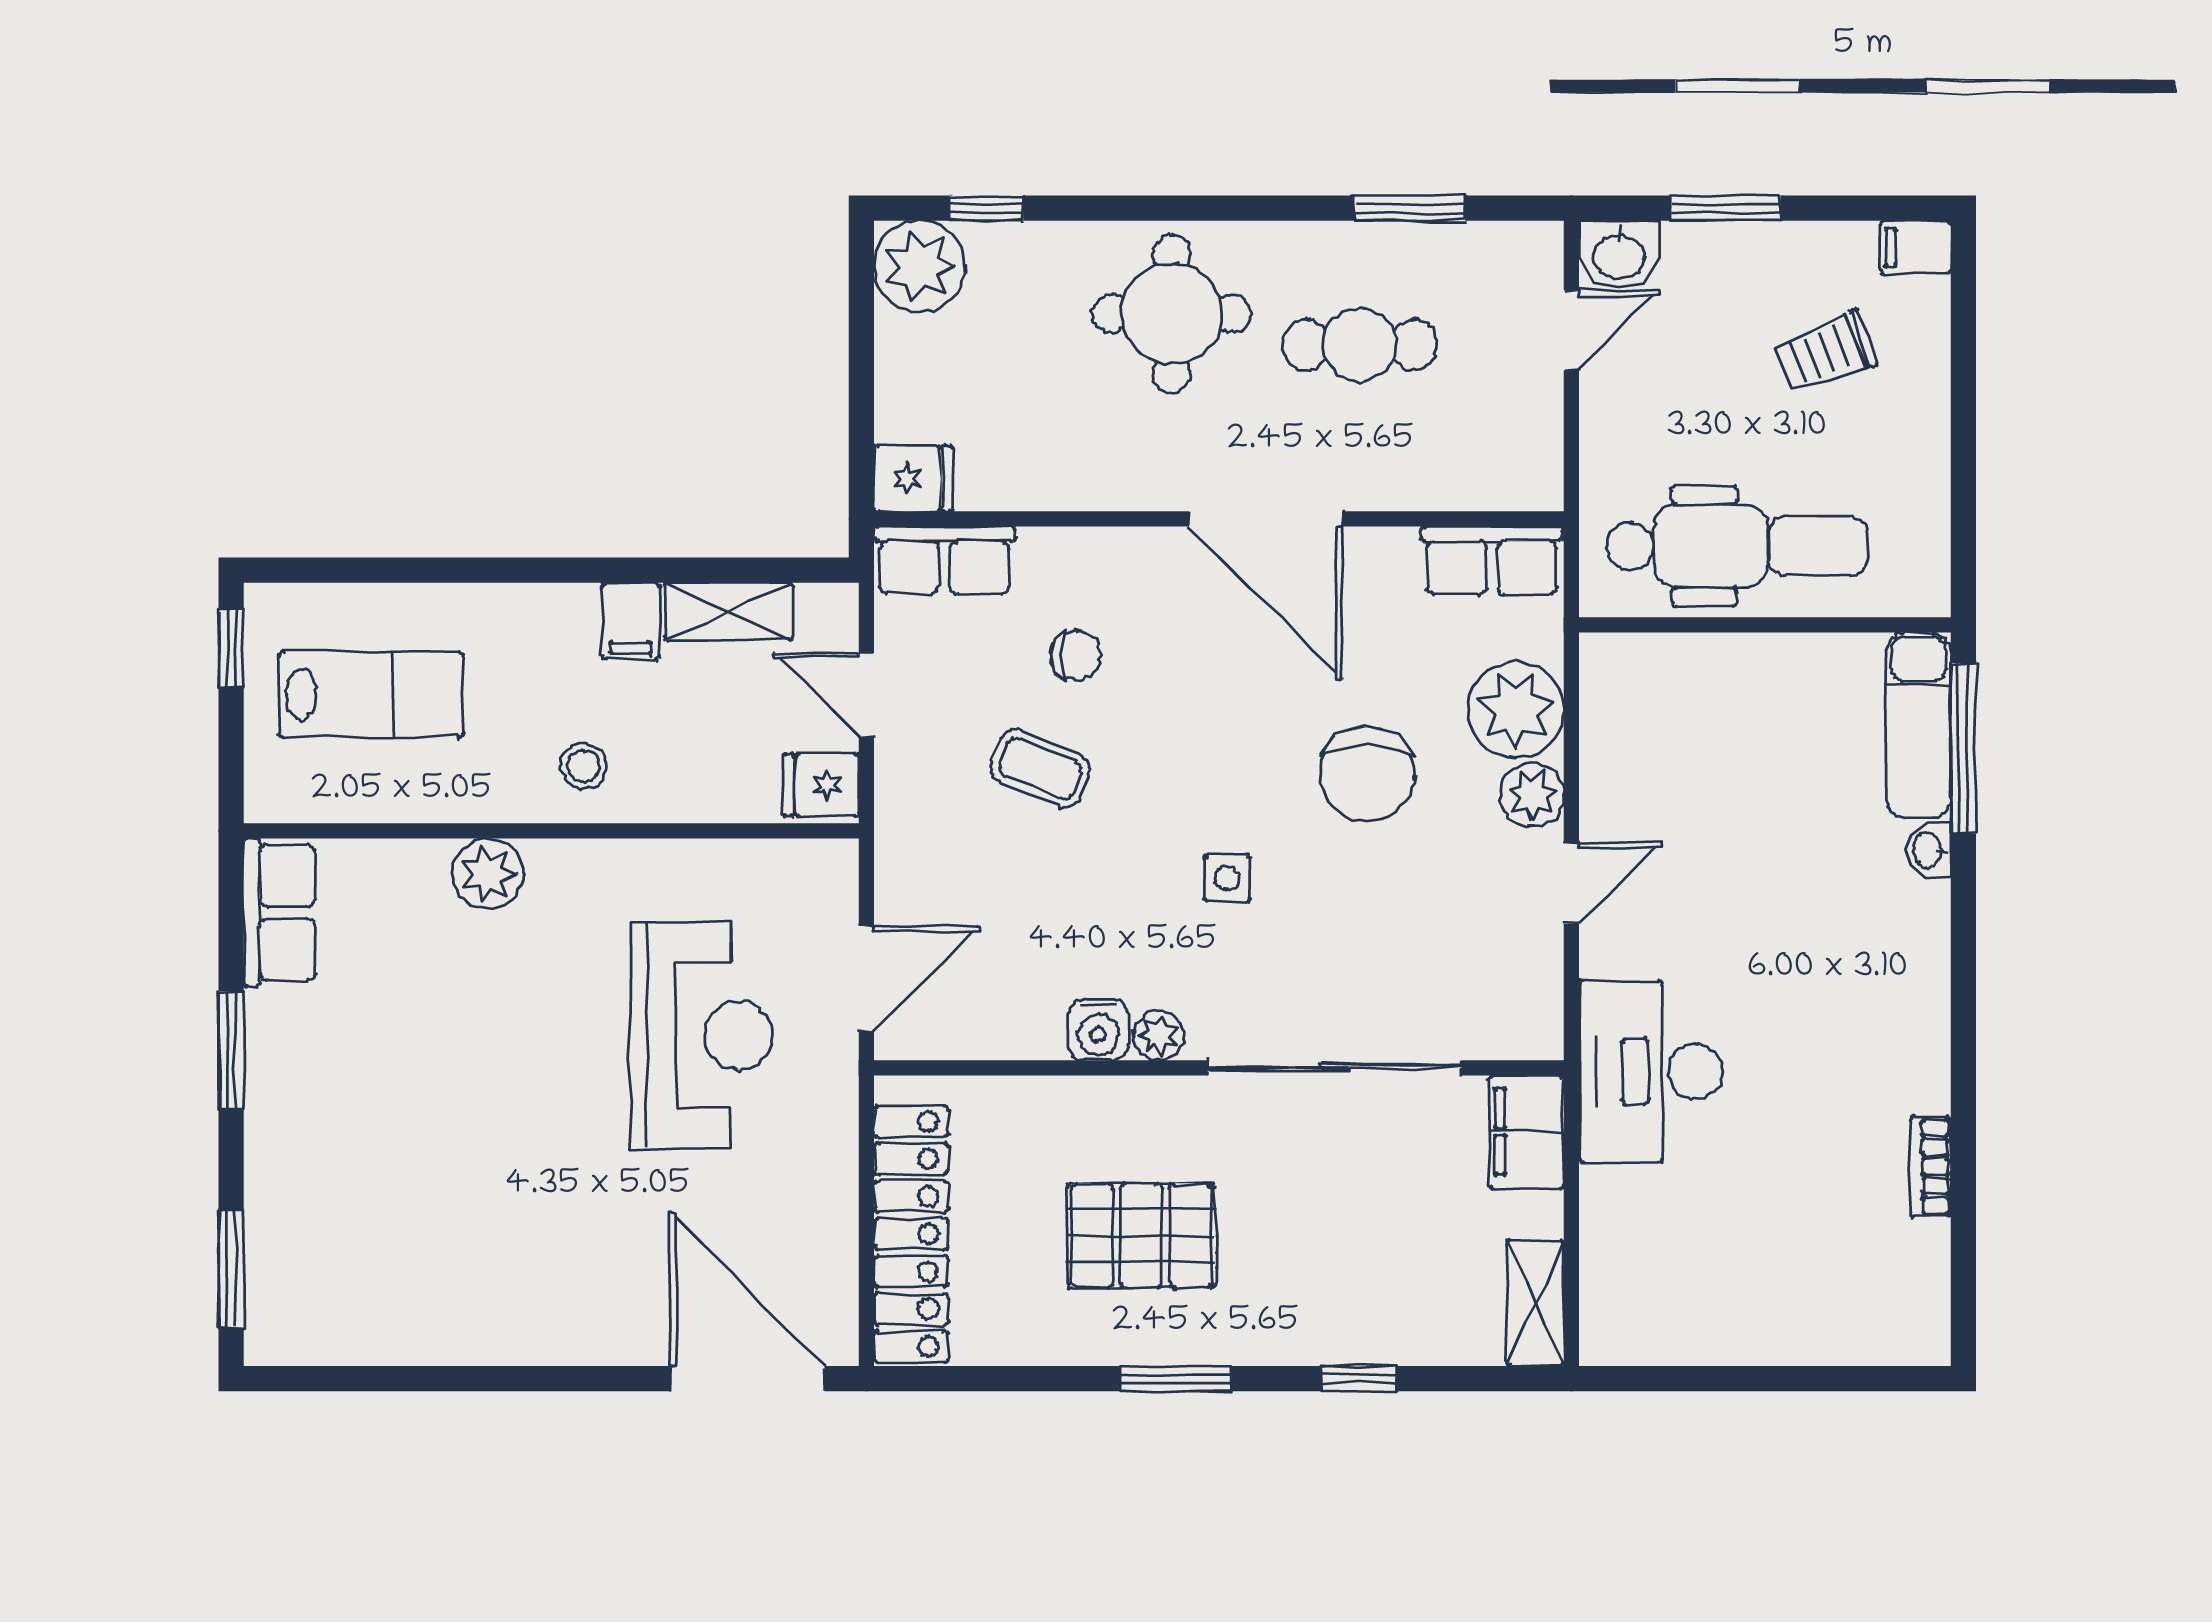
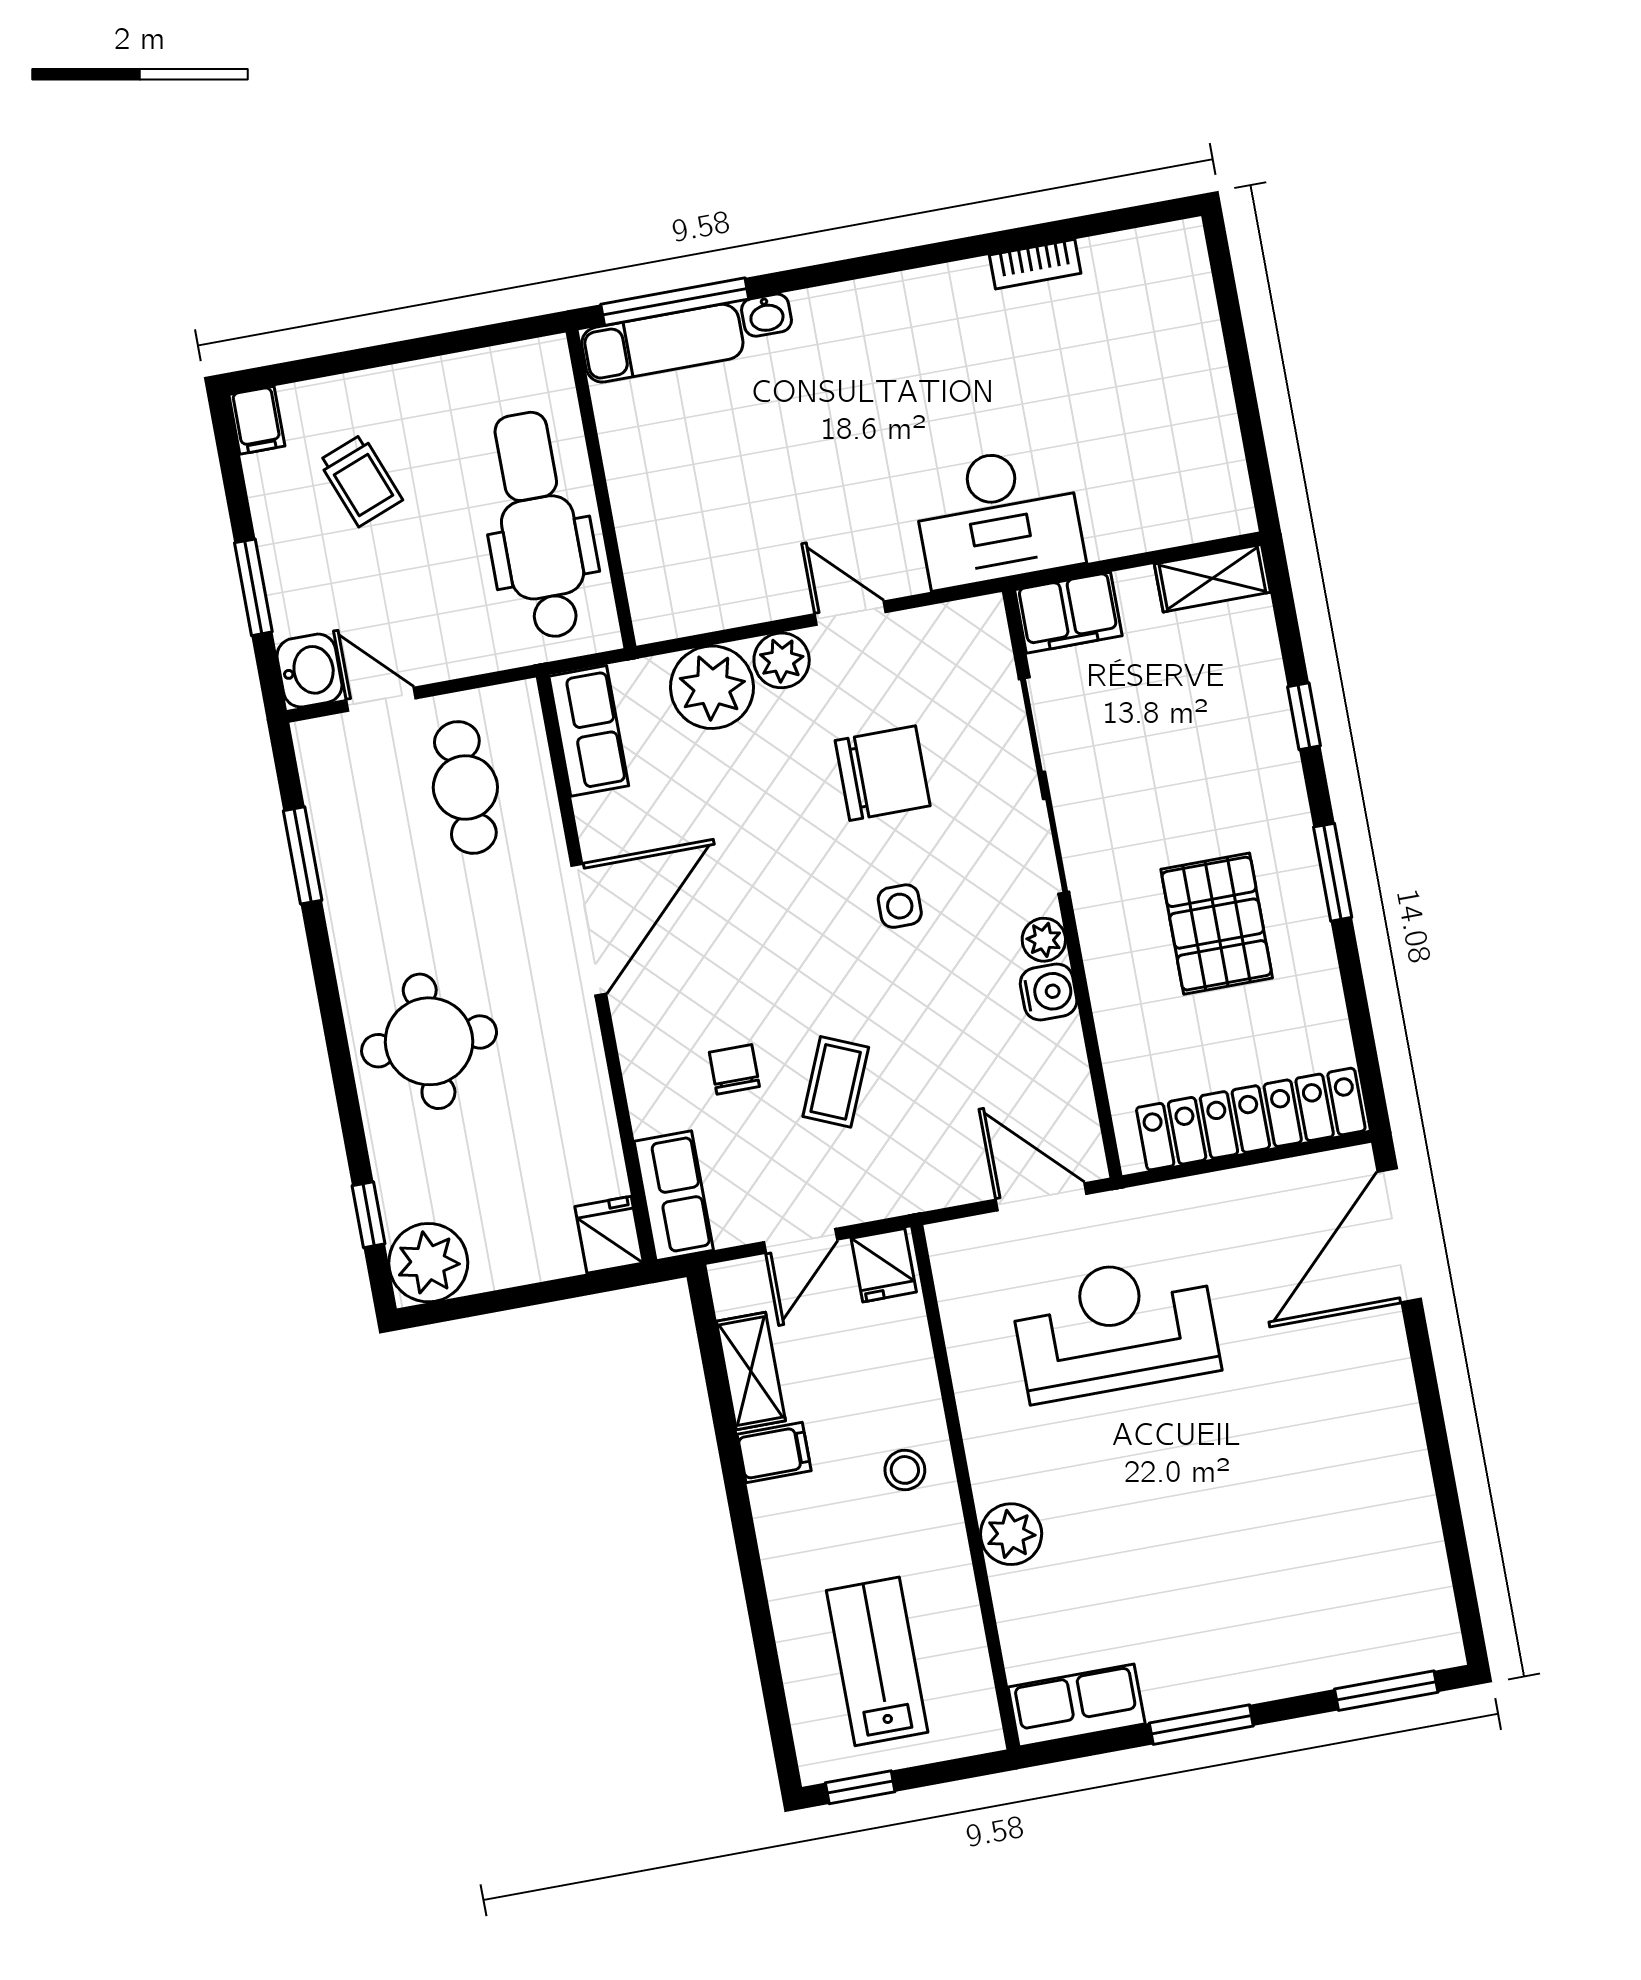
cafe table: (1359, 345) -> (465, 787), moved
chair: (1367, 774) -> (883, 773), moved

